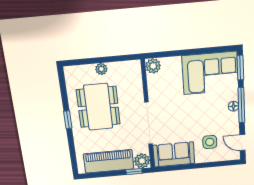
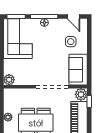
door: (242, 143) -> (74, 17), hinge flipped

